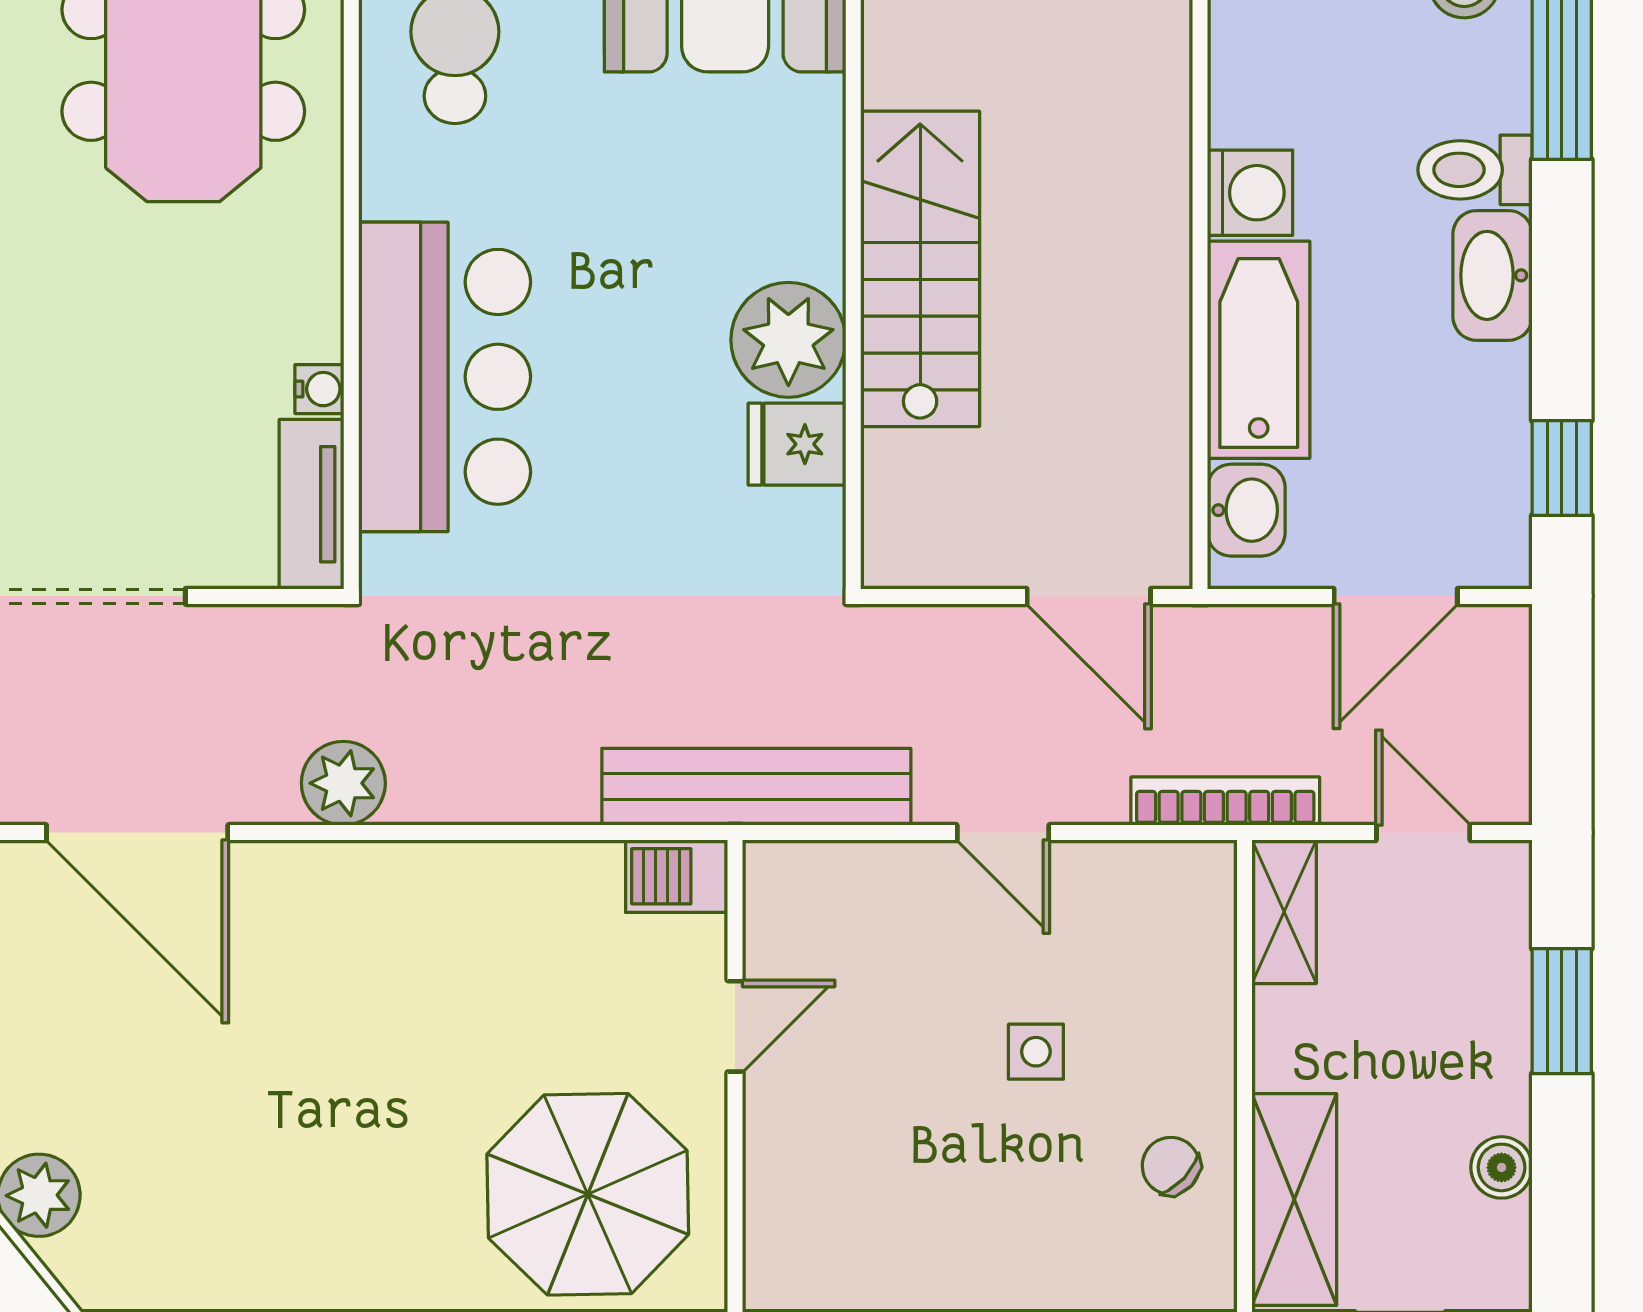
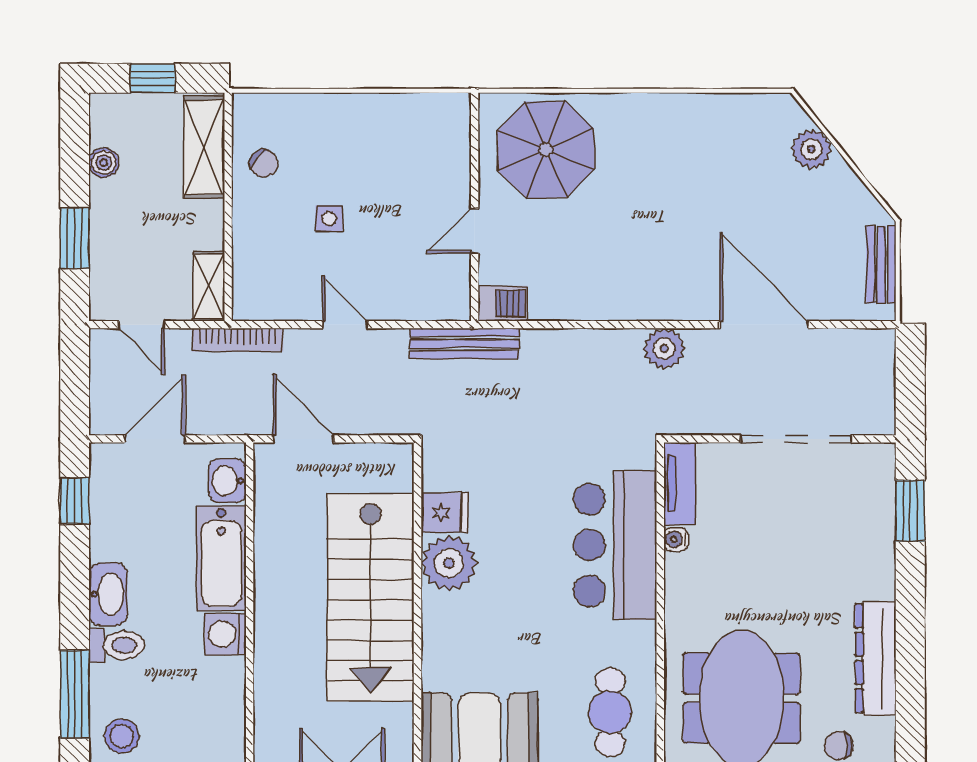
stairs: (920, 269) -> (371, 597), width x1.36, depth x1.51
bench: (756, 787) -> (464, 344), width x0.73, depth x0.82

